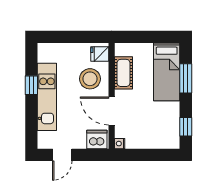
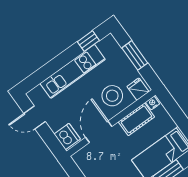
window: (70, 37) -> (135, 55), added
window: (31, 85) -> (88, 41), moved
nightstand: (120, 144) -> (153, 103), moved

